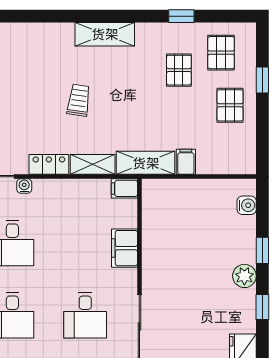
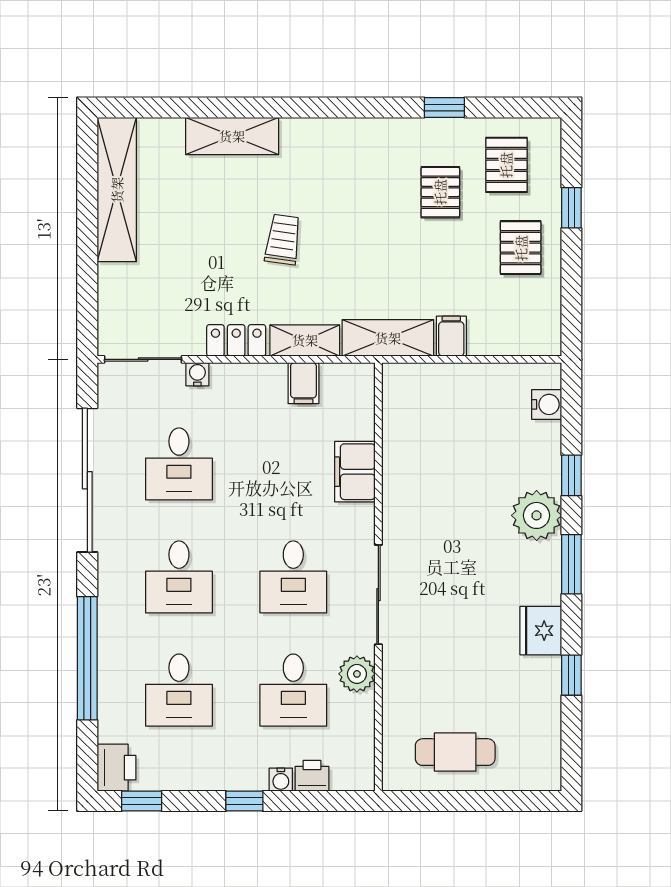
shelving: (105, 34) -> (232, 136), moved
filing cabinet: (124, 188) -> (303, 383), moved, turned -90
plant: (244, 276) -> (537, 515), width x1.36, depth x1.36
window: (262, 307) -> (571, 564), width x1.50

